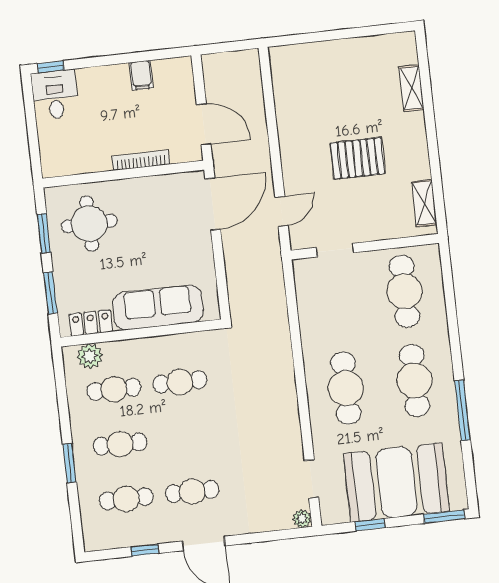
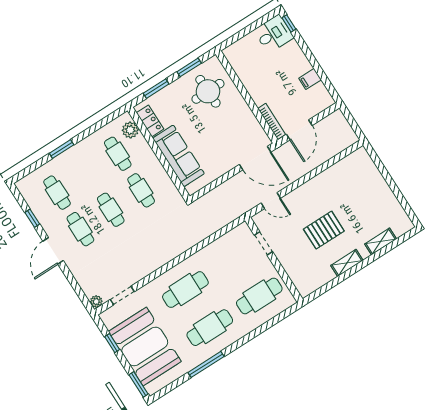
pallet: (358, 158) -> (324, 230), turned 90
bookcase: (141, 160) -> (272, 121), moved
shelving: (424, 203) -> (347, 263), moved
cafe table: (120, 444) -> (111, 210), moved

